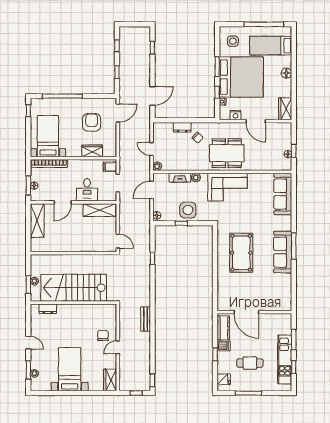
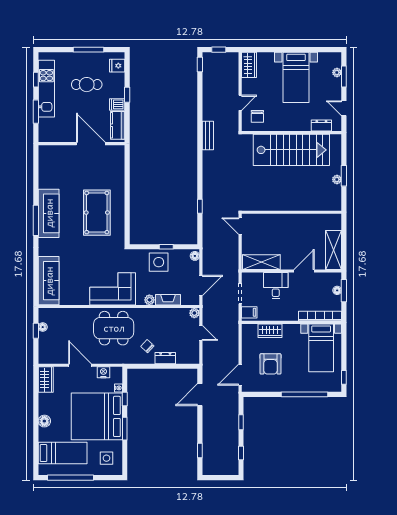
stairs: (74, 288) -> (291, 150), moved
wall: (73, 303) -> (291, 133), moved
dresser: (48, 309) -> (321, 126), moved

